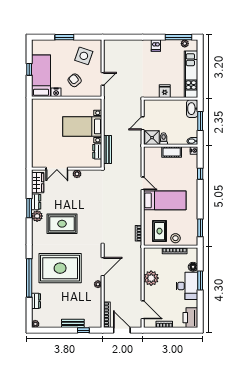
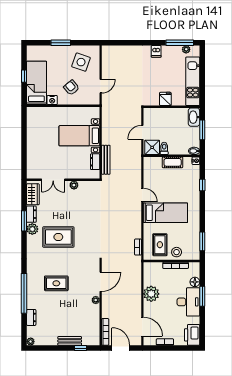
rug: (60, 268) -> (56, 283), width x0.54, depth x0.49

